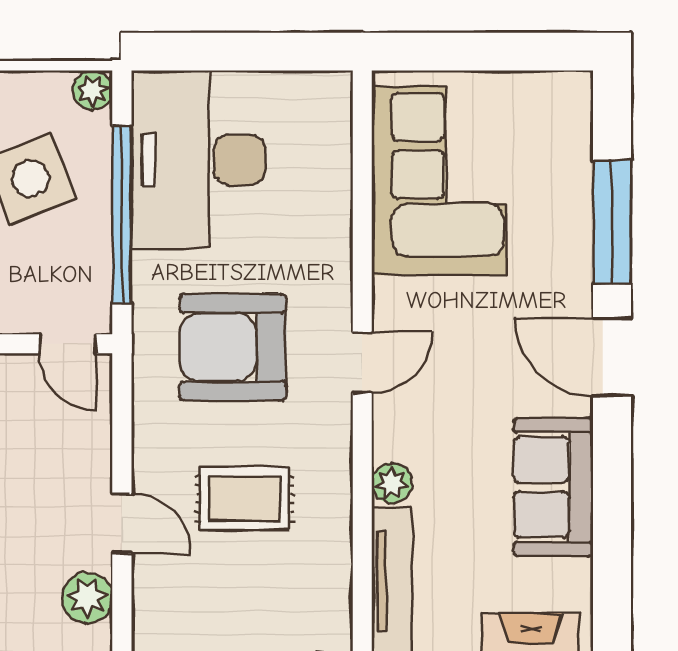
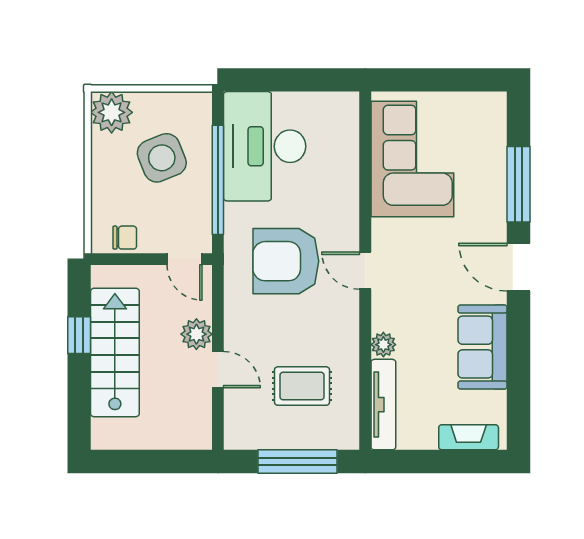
plant: (93, 90) -> (200, 104), removed
door: (362, 363) -> (365, 271), swing flipped
rug: (245, 499) -> (302, 386), moved
plant: (87, 598) -> (196, 334), moved

